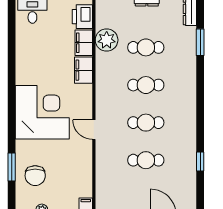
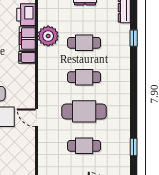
window: (200, 42) -> (134, 38), width x0.67
filing cabinet: (83, 70) -> (27, 57), width x0.50
cafe table: (146, 123) -> (84, 111), width x1.37, depth x1.35

